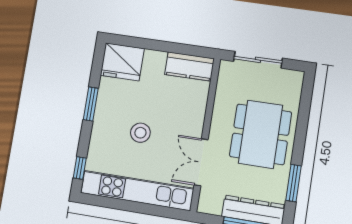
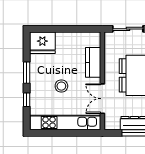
kitchen counter: (189, 66) -> (93, 62), moved, turned 90
window: (80, 168) -> (27, 100), moved

